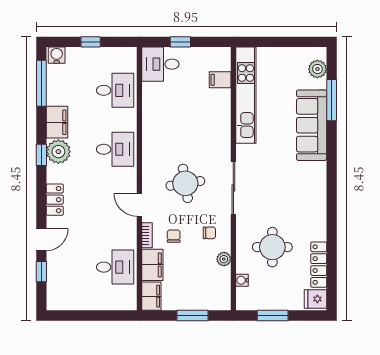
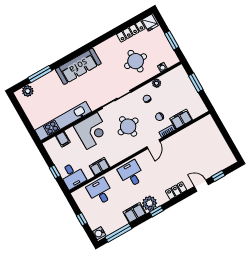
sofa: (312, 125) -> (78, 66), moved
corner desk: (208, 128) -> (92, 131), added
desk: (115, 267) -> (194, 138), removed
filing cabinet: (151, 296) -> (99, 167), moved

